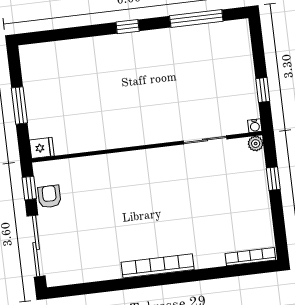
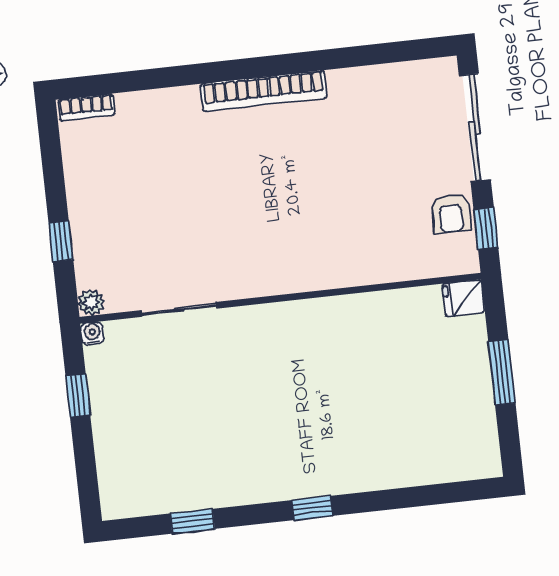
window: (196, 18) -> (192, 521), width x0.46
bookcase: (250, 257) -> (87, 107), width x0.64

